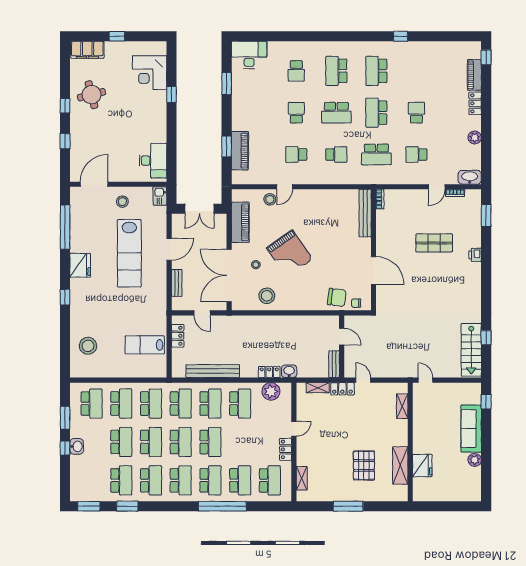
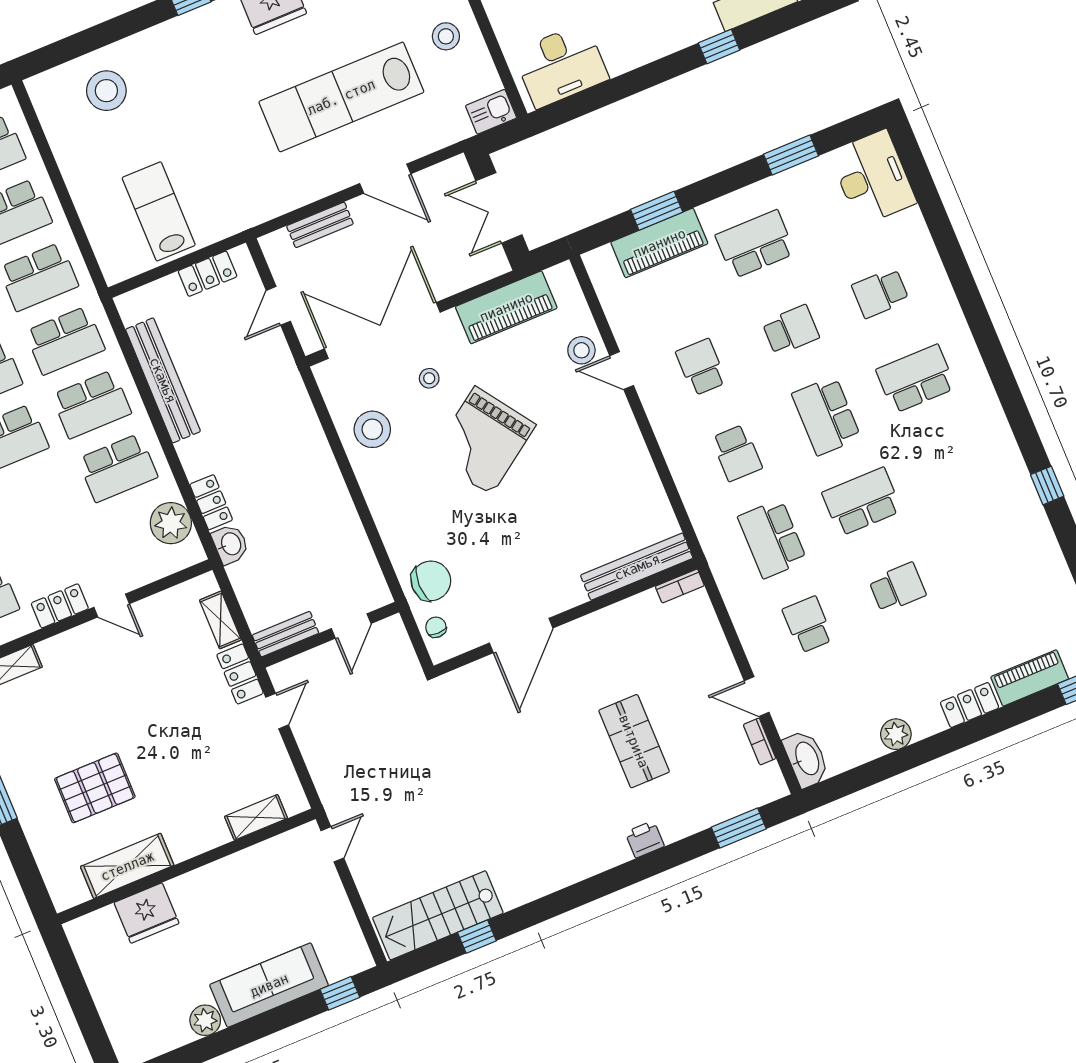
school desk: (376, 71) -> (755, 244), moved
chair: (337, 297) -> (431, 581), turned -97

